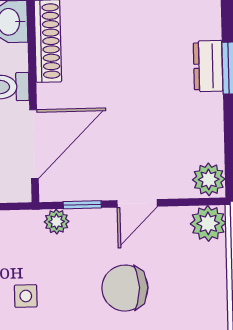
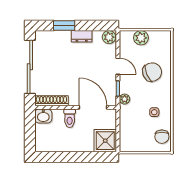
dresser: (208, 66) -> (82, 36), moved
plant: (208, 223) -> (141, 38), moved
chair: (125, 288) -> (152, 72), turned -113

